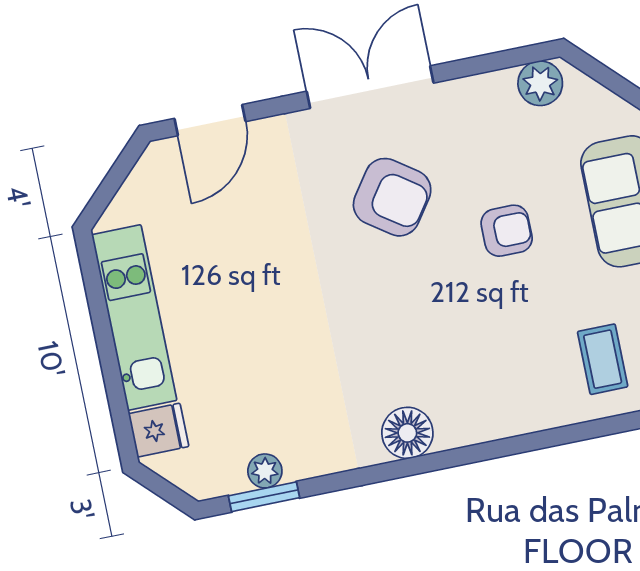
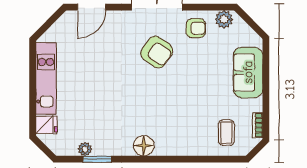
armchair: (507, 231) -> (196, 28), moved
window: (264, 497) -> (97, 159), moved

